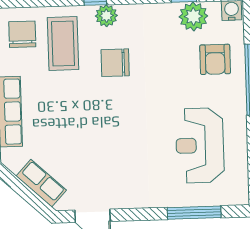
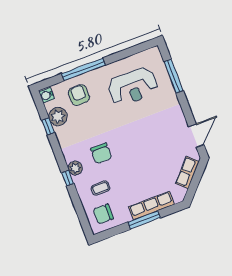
coffee table: (63, 44) -> (100, 188), width x0.54, depth x0.58
armchair: (215, 59) -> (79, 95), turned -90

